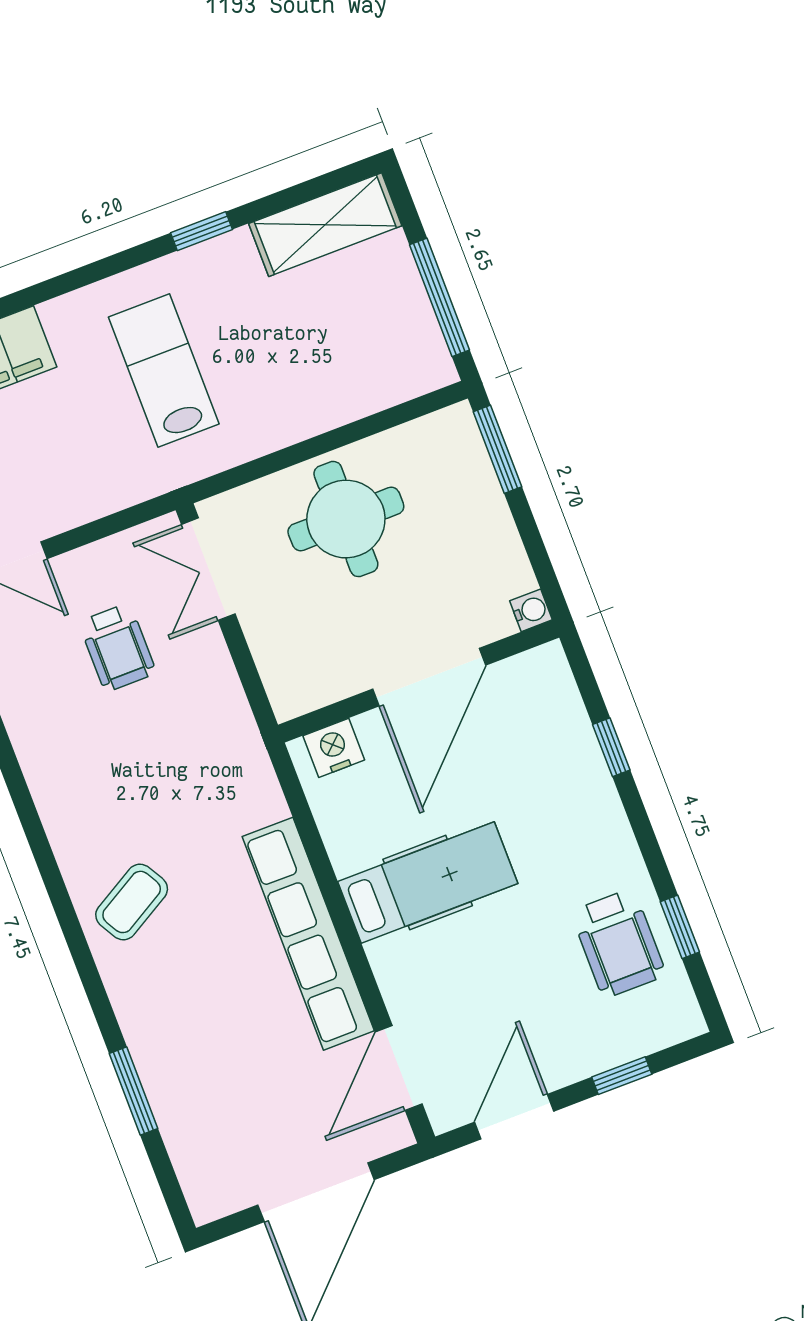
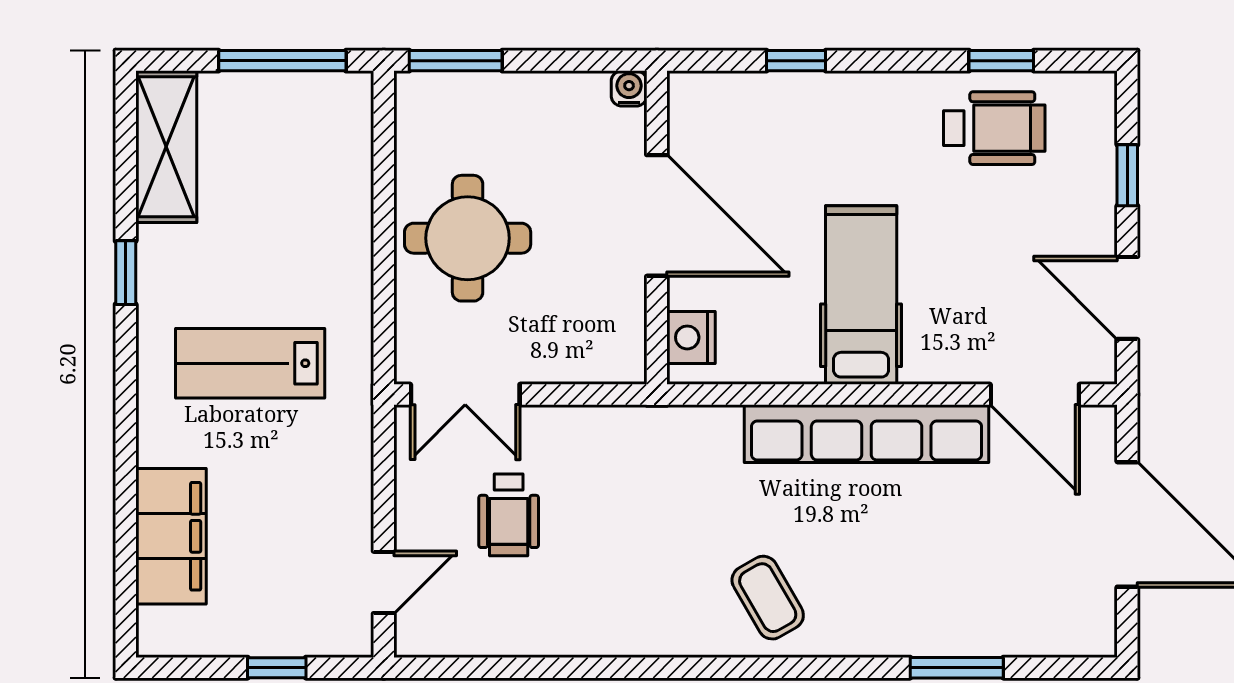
wheelchair: (117, 647) -> (509, 515), turned 90

